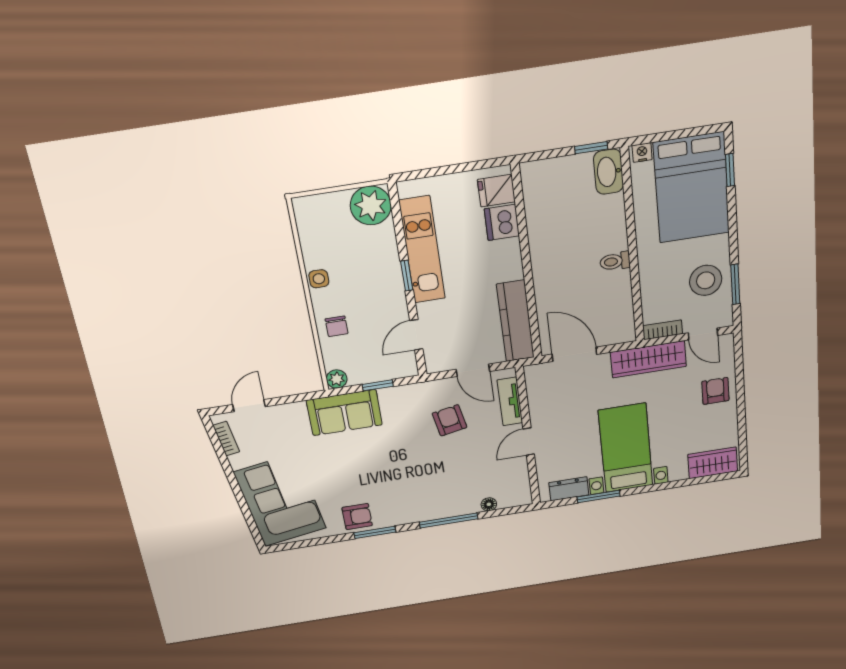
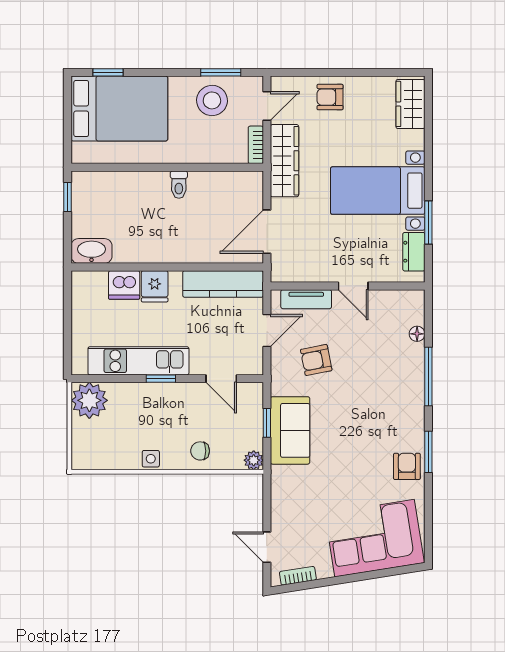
nightstand: (642, 153) -> (79, 152), removed
washbasin: (609, 172) -> (91, 251), moved, turned 180
fridge: (496, 191) -> (155, 286), moved
chair: (337, 326) -> (200, 451), turned 180
sofa: (344, 413) -> (290, 430), moved

